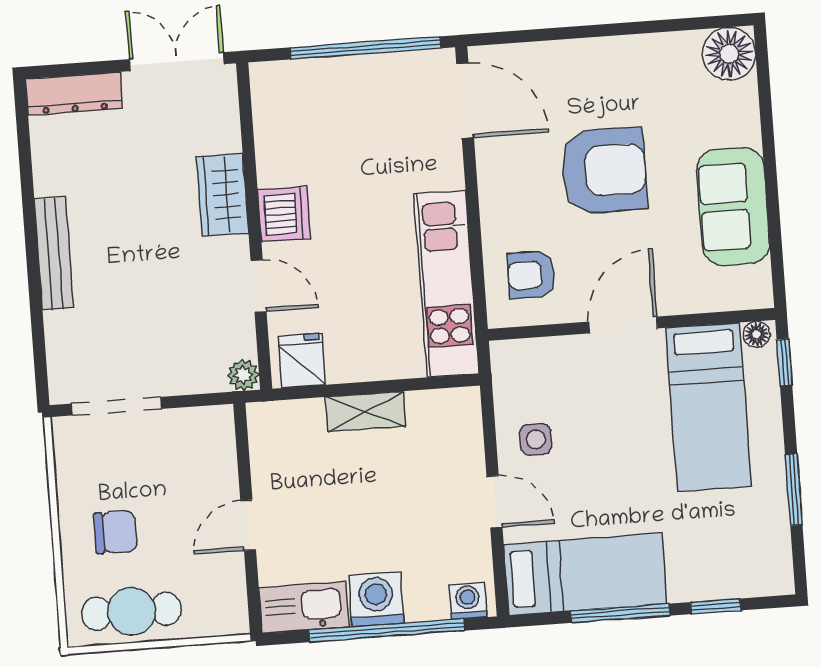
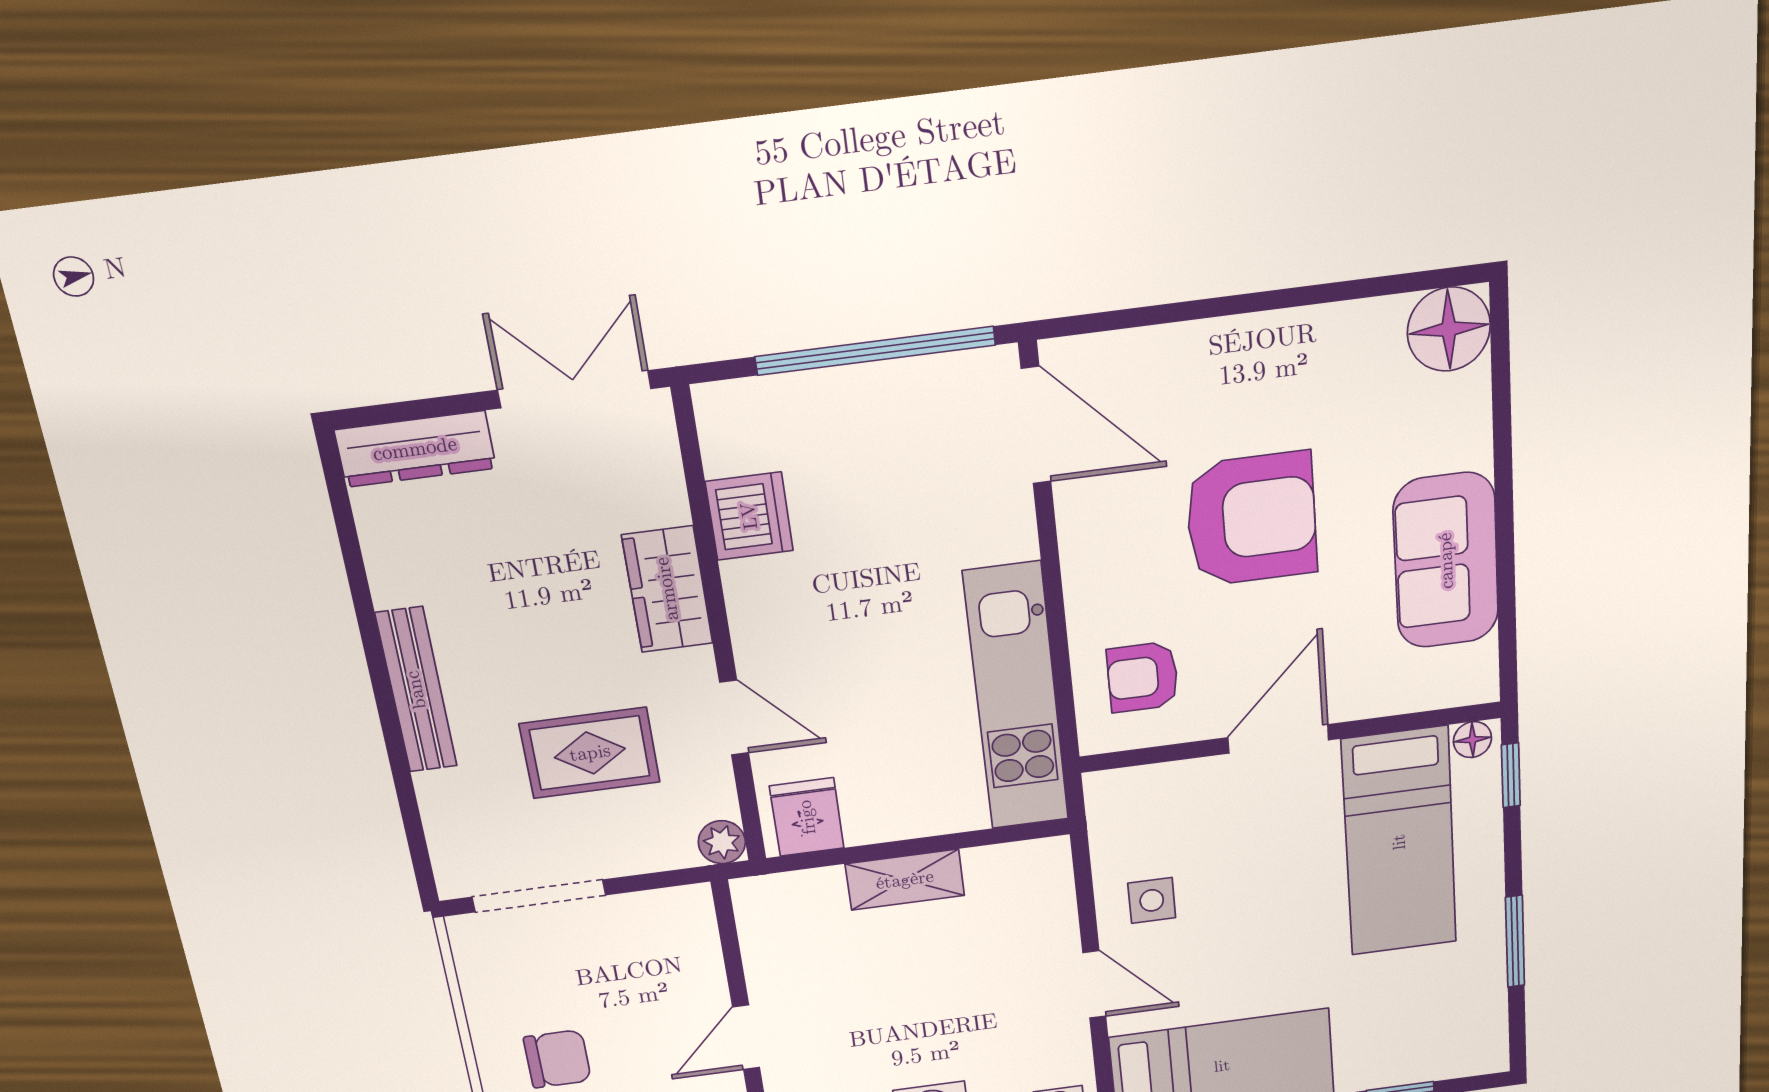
dishwasher: (284, 214) -> (749, 516), moved
rug: (161, 305) -> (590, 753), added

